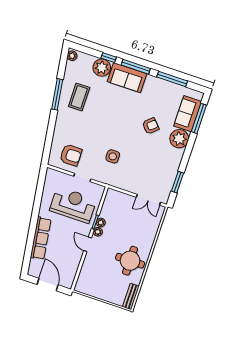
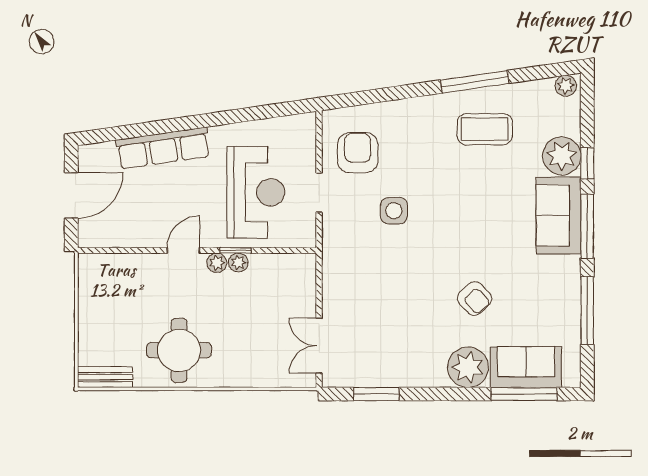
armchair: (71, 155) -> (358, 153), turned 180
side table: (113, 156) -> (394, 211), moved

